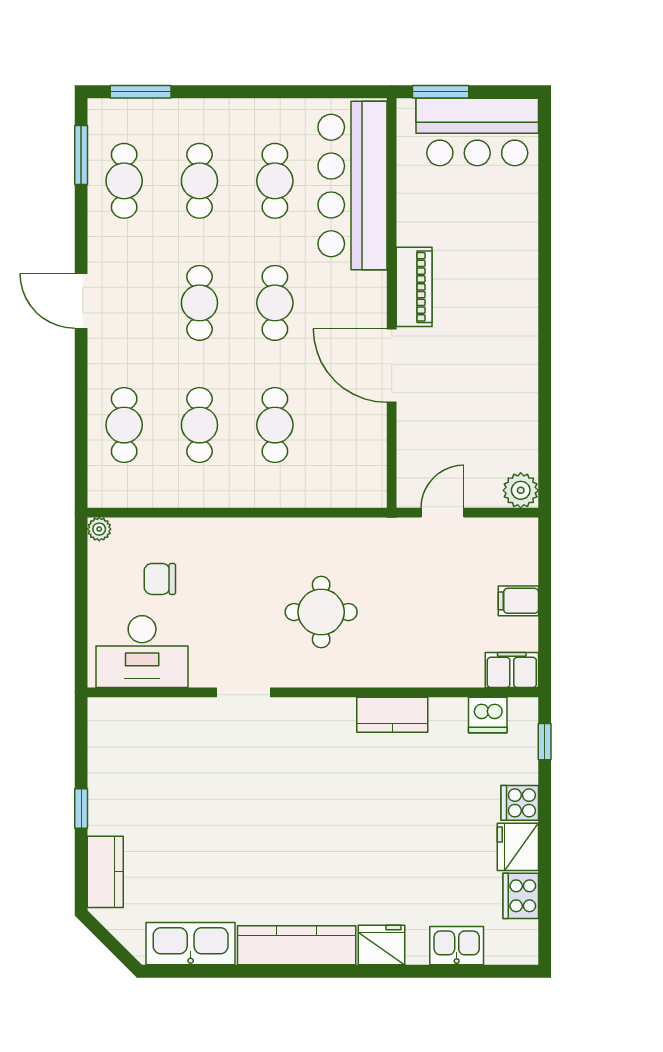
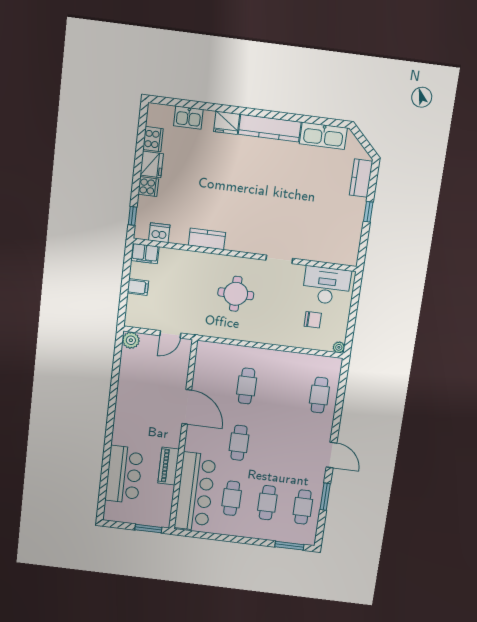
bar counter: (477, 132) -> (124, 475), moved, turned 90
window: (81, 155) -> (325, 497), moved
piano: (414, 287) -> (169, 466), moved
cafe table: (199, 303) -> (275, 447), removed
cafe table: (199, 425) -> (283, 391), removed

